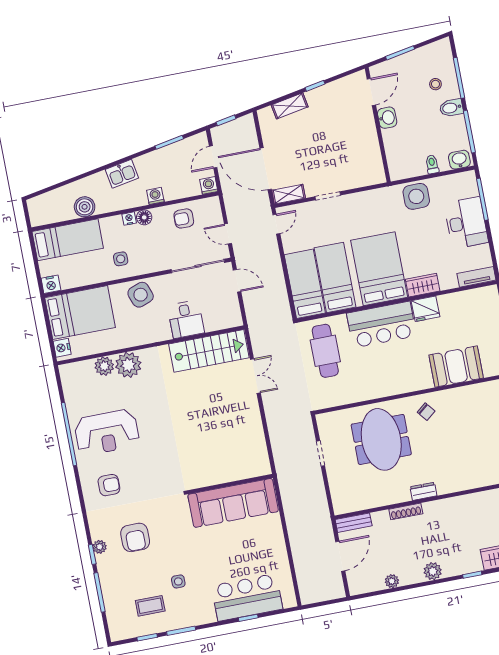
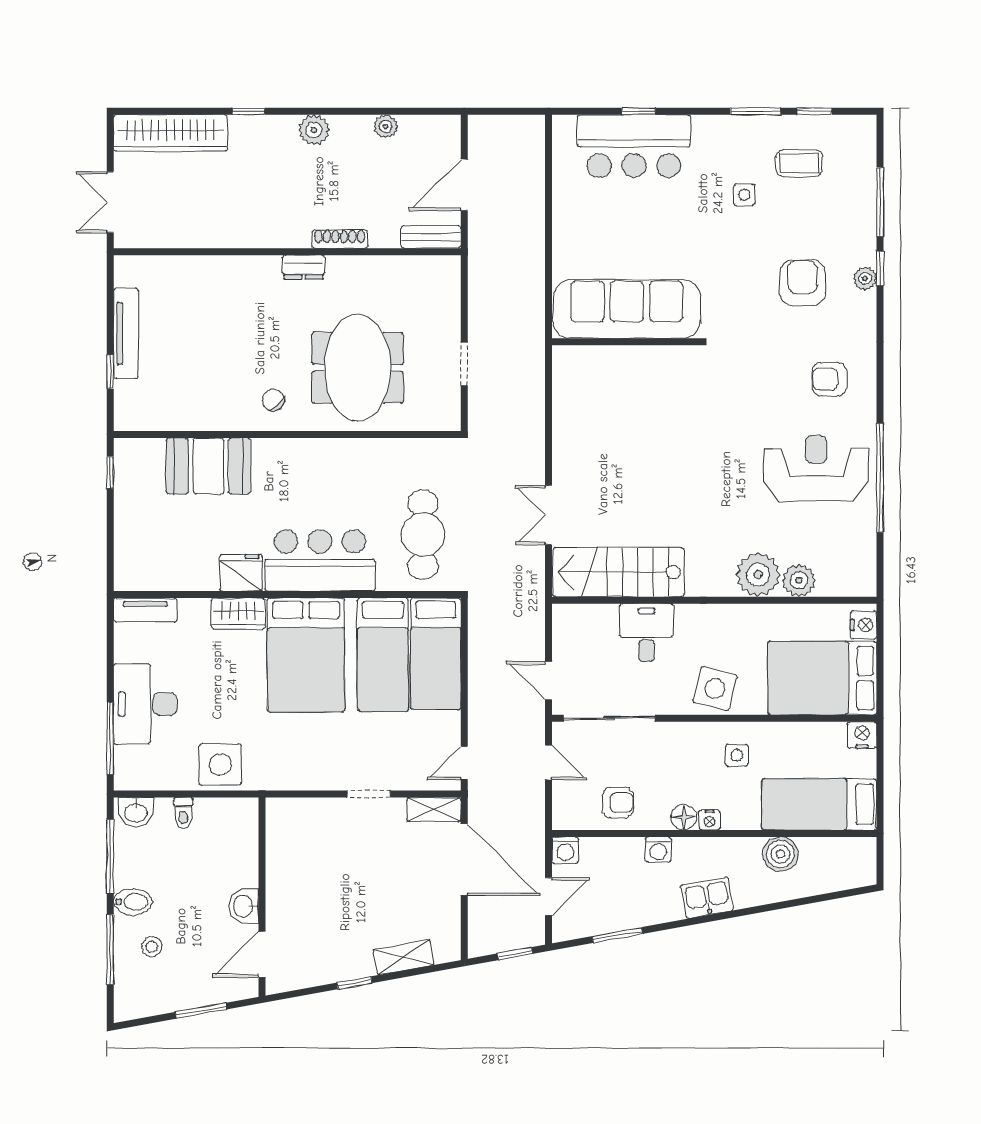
side table: (141, 295) -> (715, 689), turned 35

